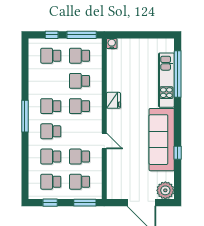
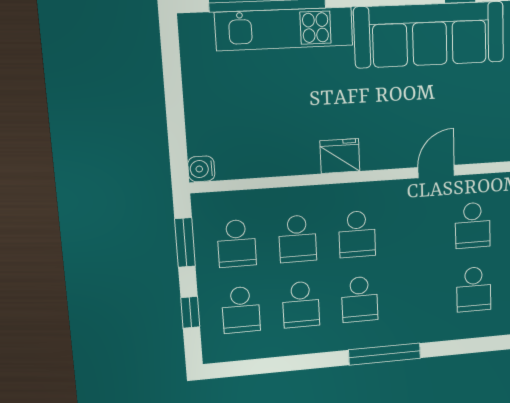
window: (82, 35) -> (185, 242), width x0.69
school desk: (51, 131) -> (301, 304), moved

